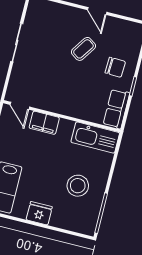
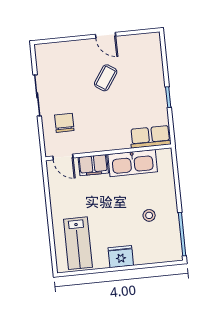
chair: (115, 67) -> (64, 123), moved, turned -92
row of seats: (116, 109) -> (150, 137), moved, turned 90
kitchen sink: (95, 137) -> (133, 163), moved
stool: (78, 186) -> (149, 215), width x0.53, depth x0.53

